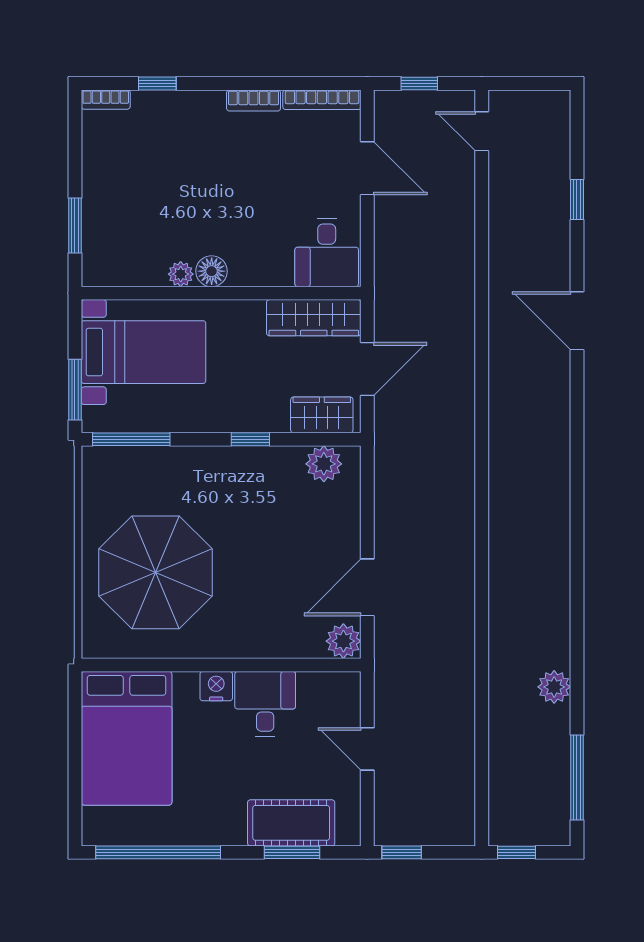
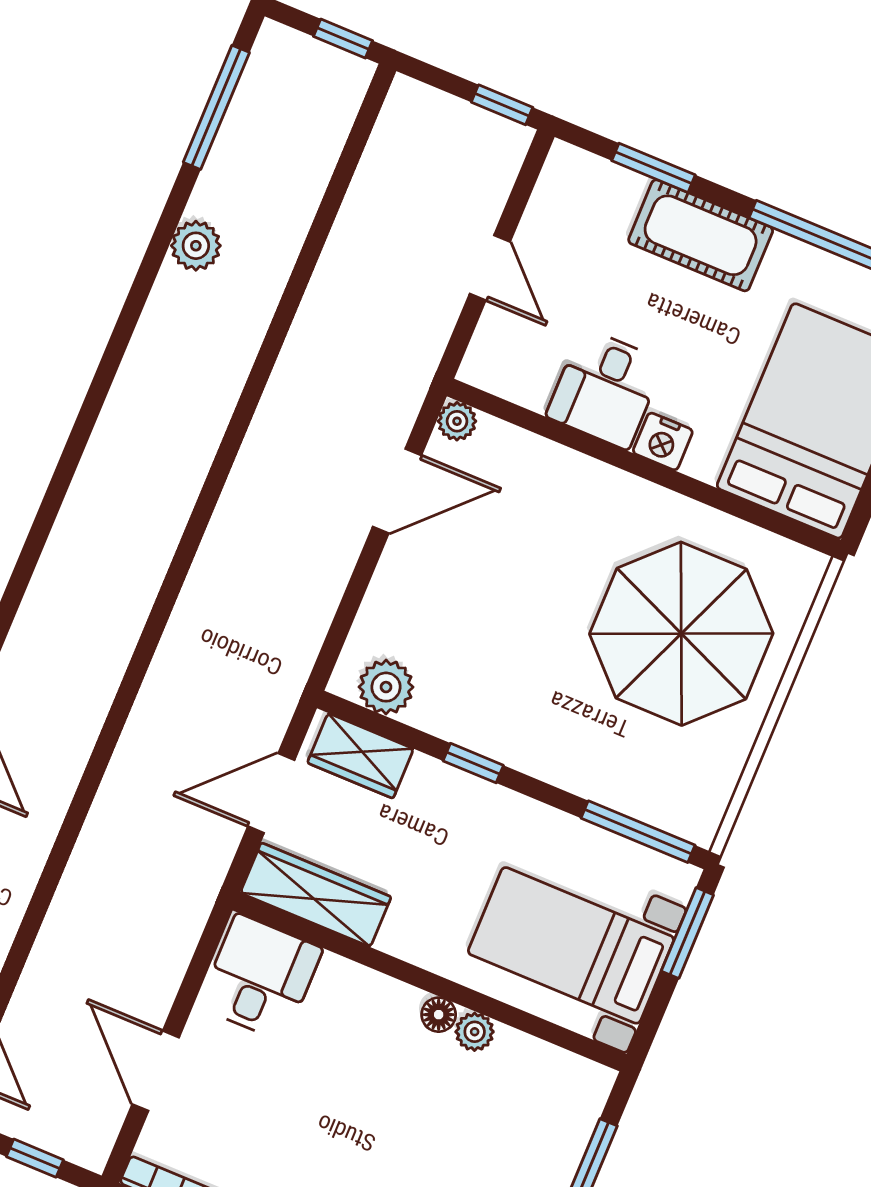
floor lamp: (212, 271) -> (439, 1015), width x0.73, depth x0.73
plant: (343, 641) -> (457, 421), width x0.73, depth x0.73
cot: (291, 823) -> (701, 235), moved

